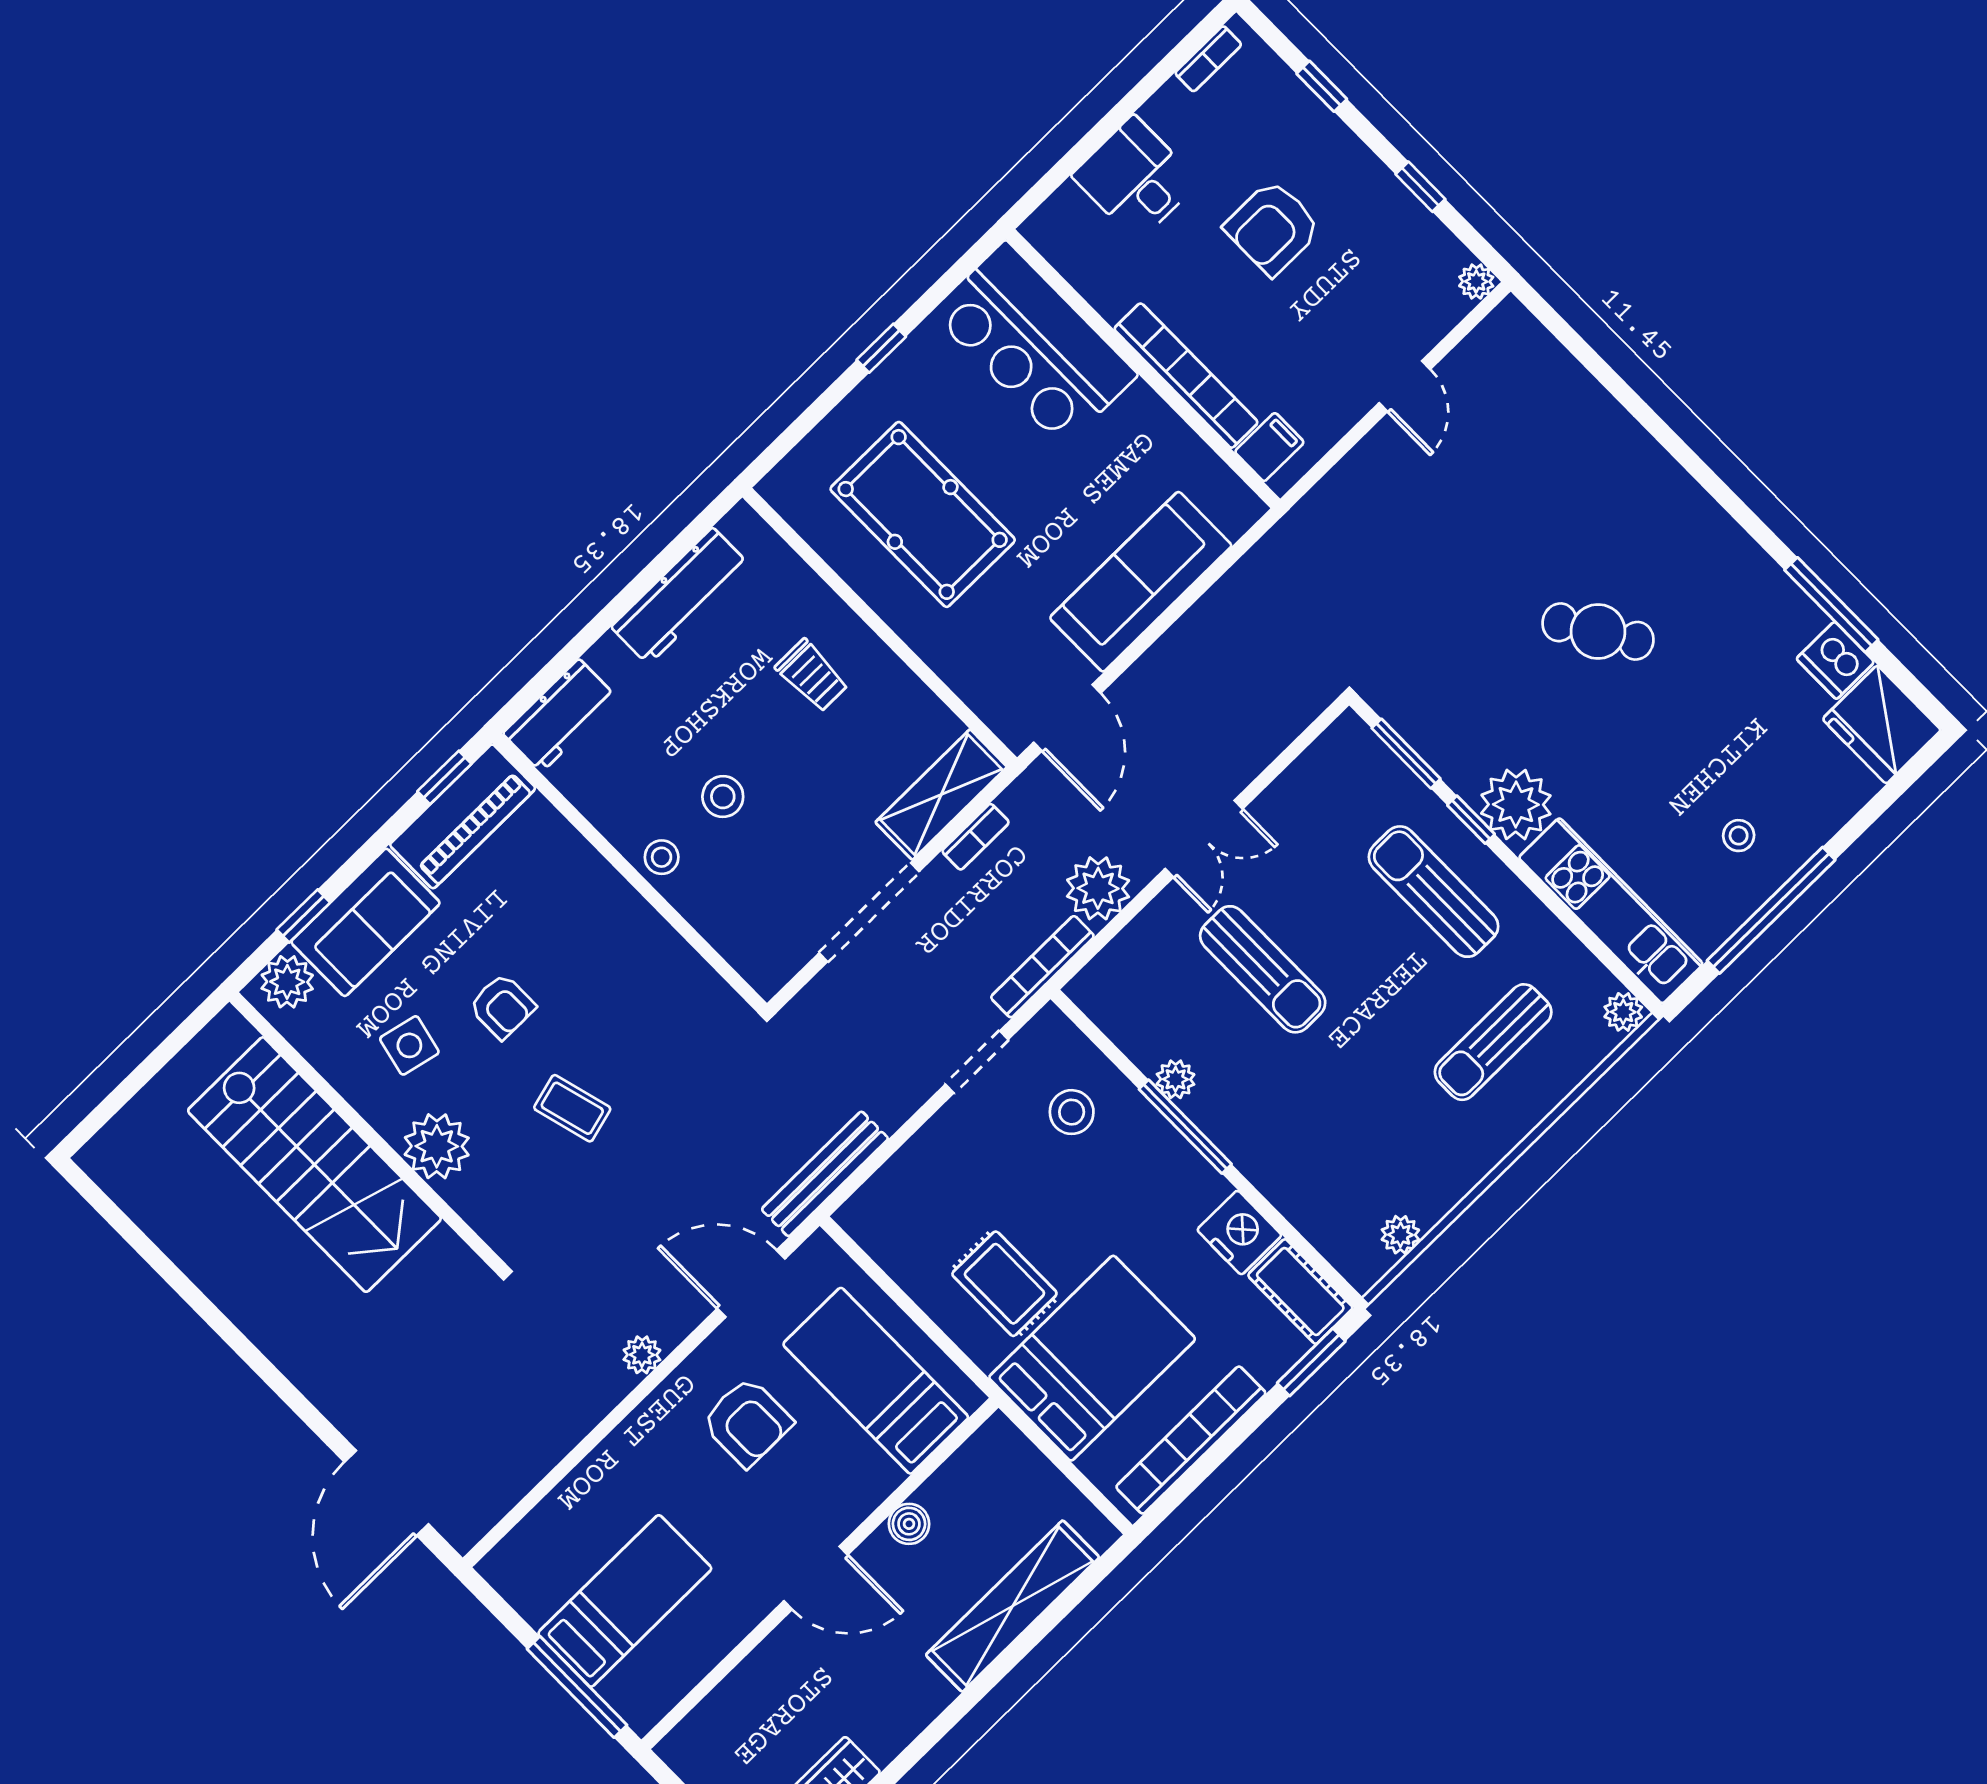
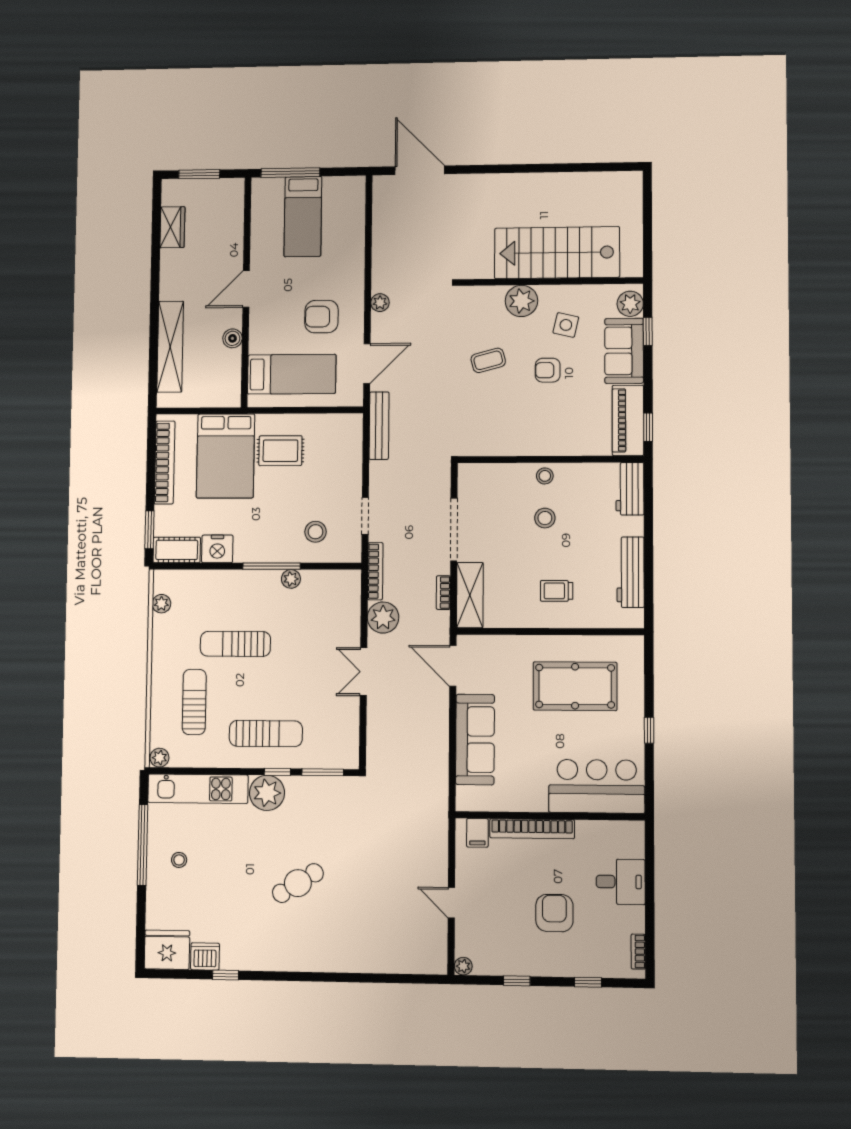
window: (1831, 605) -> (226, 975), width x0.46
sun lounger: (1263, 969) -> (235, 644), moved

